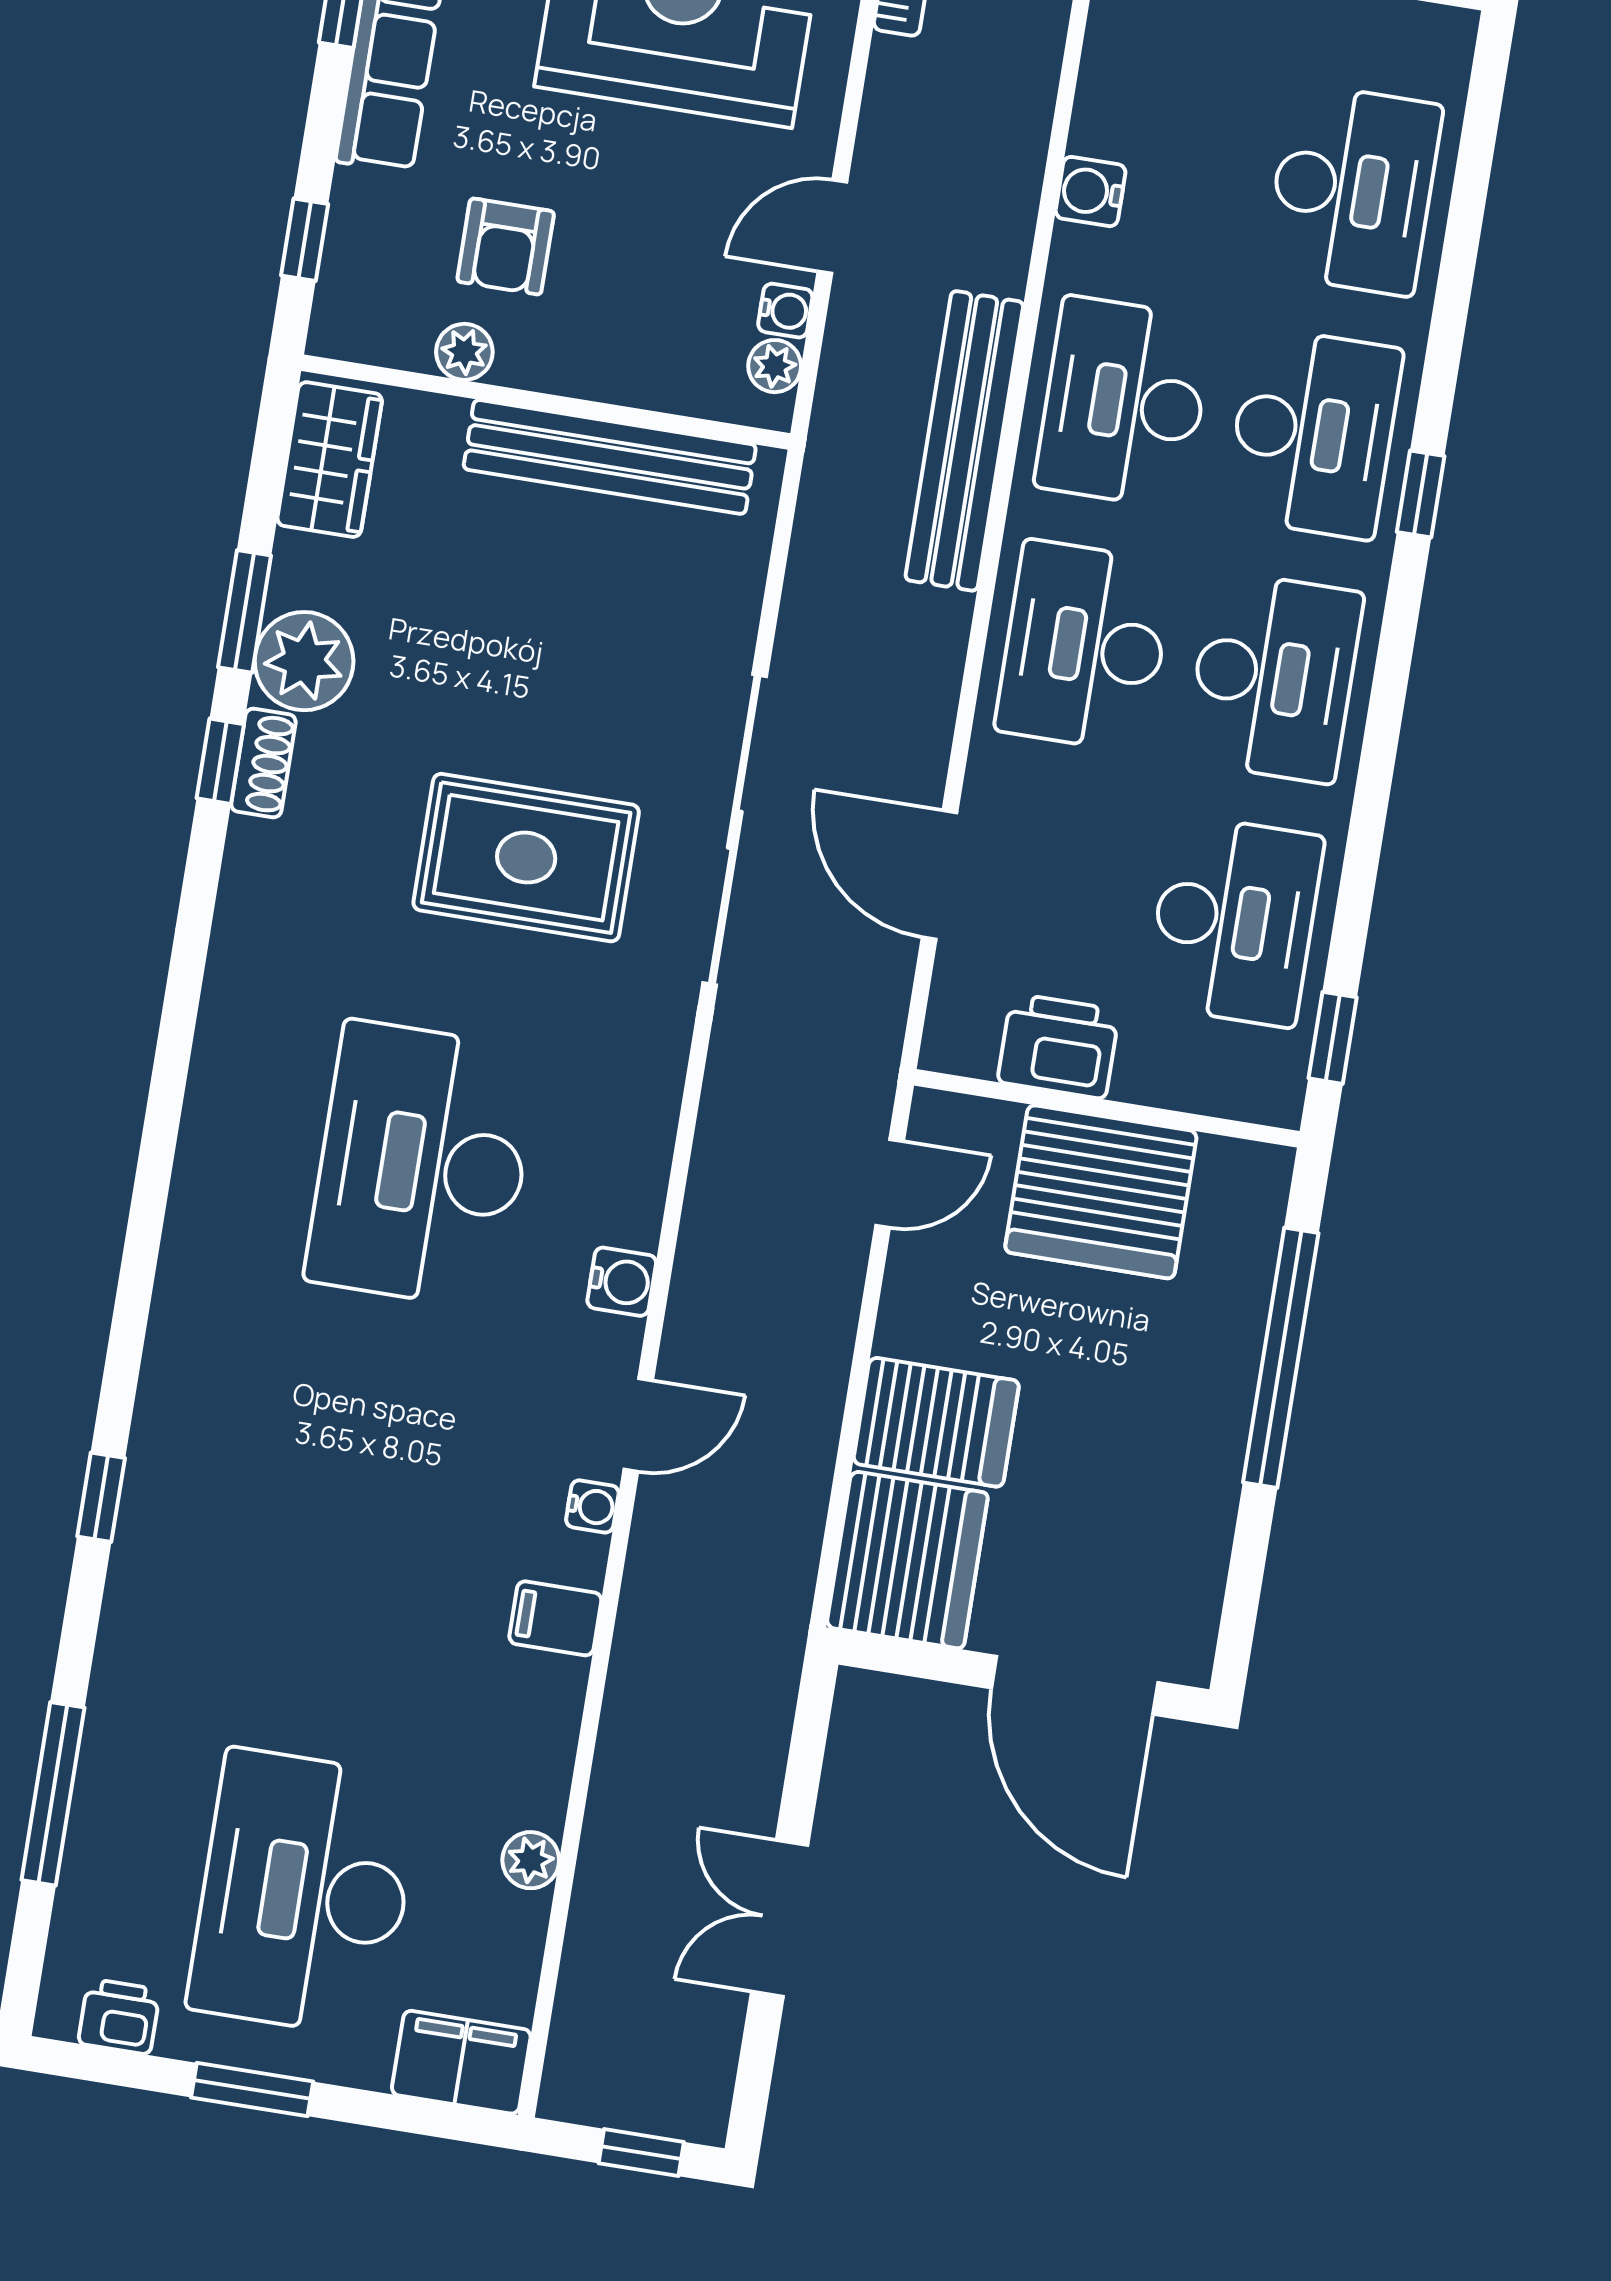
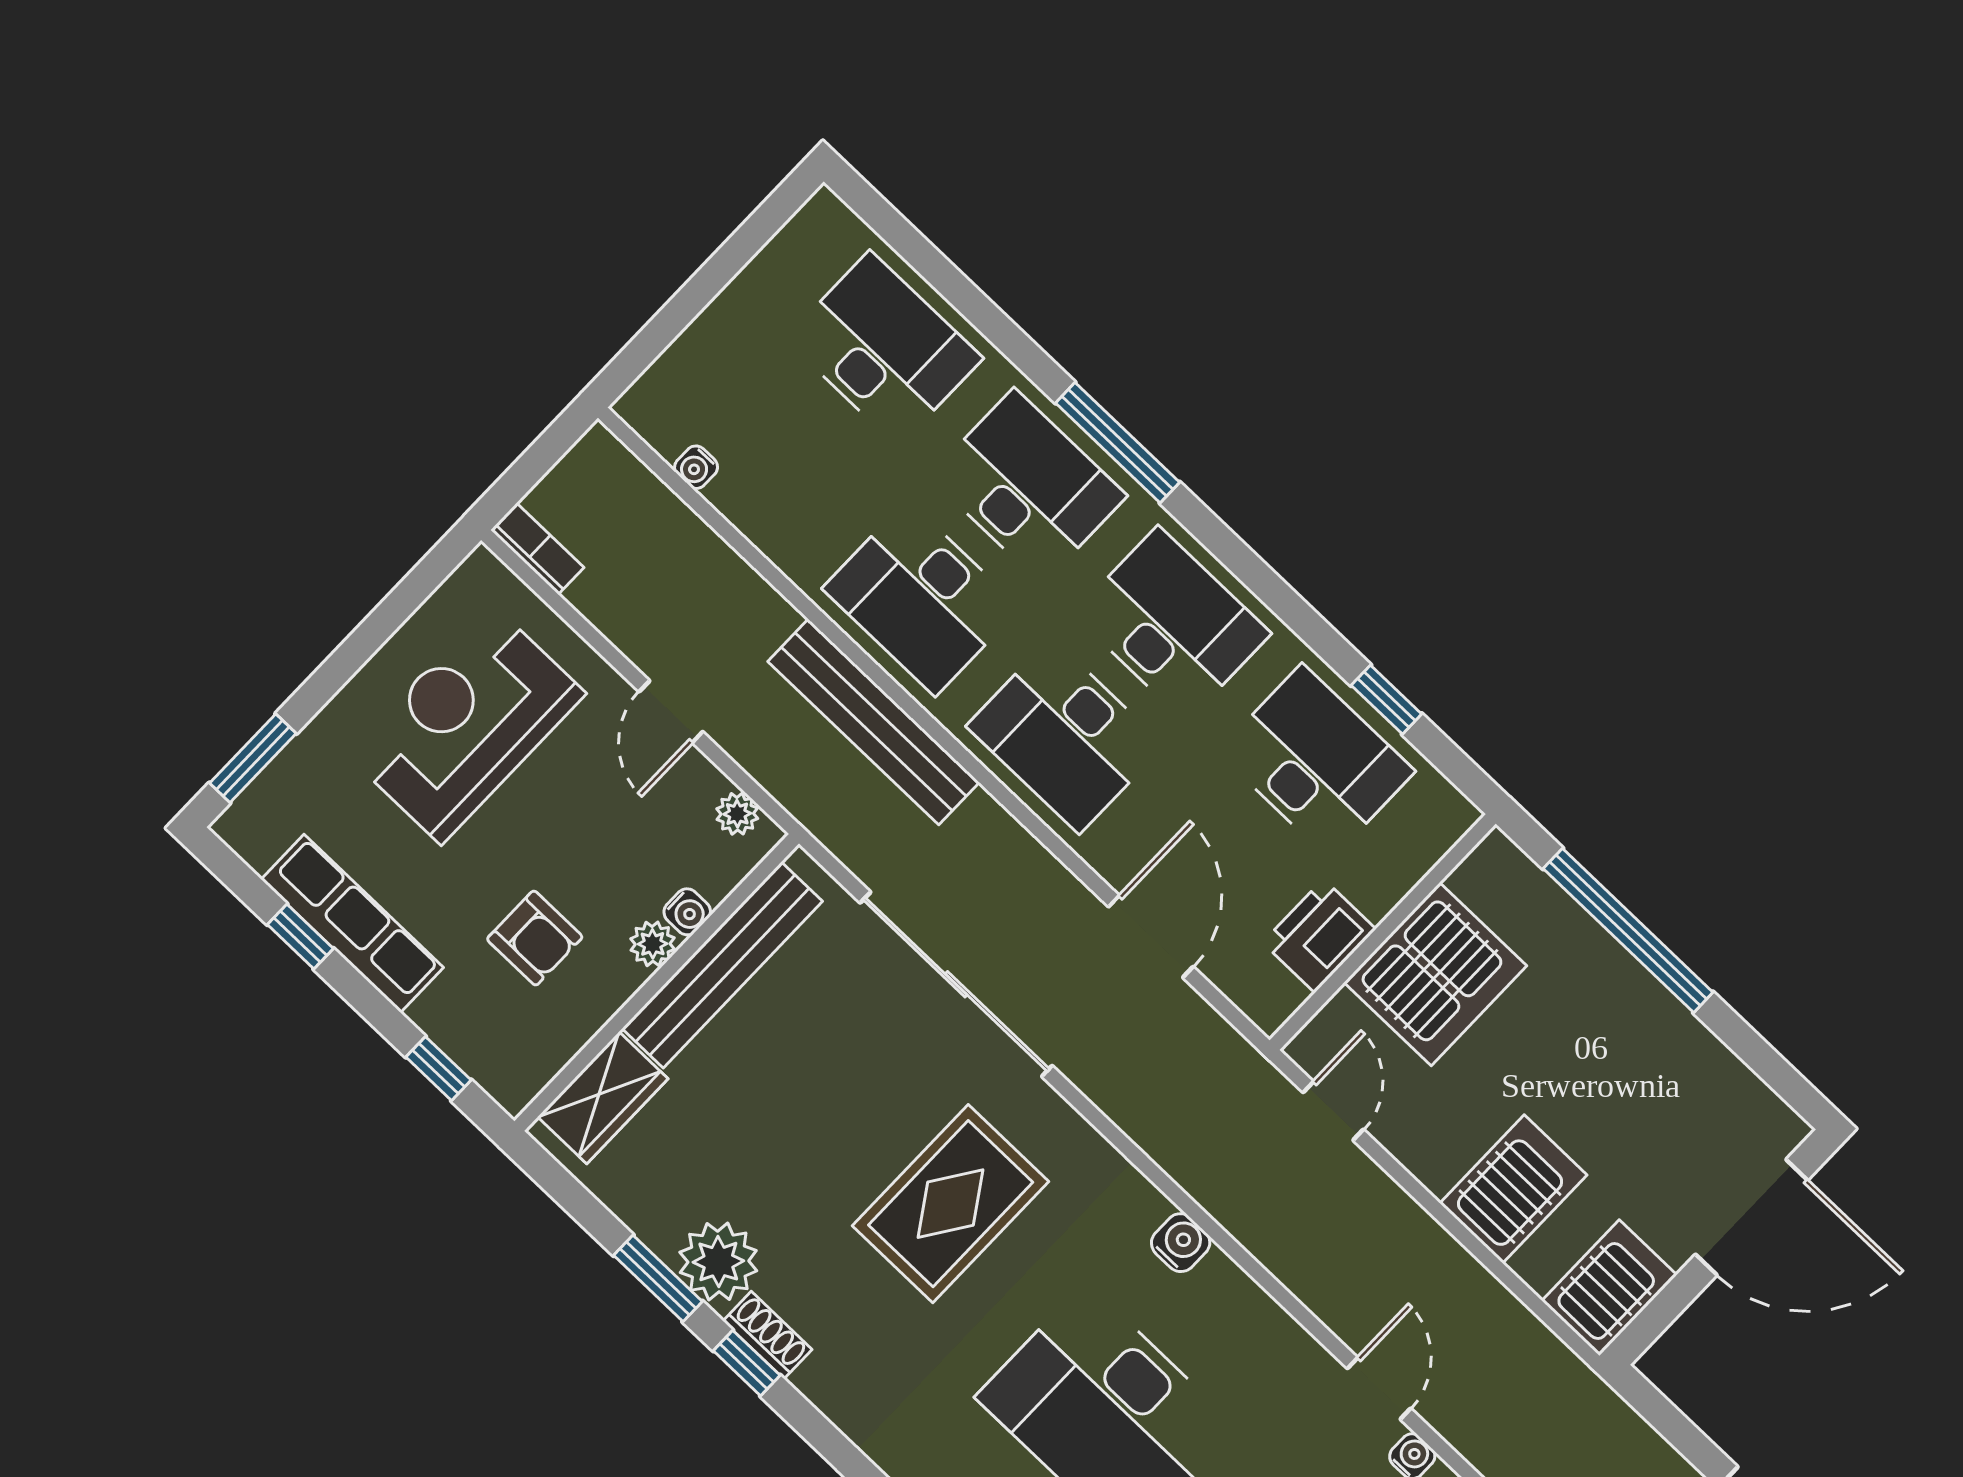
water cooler: (1090, 192) -> (696, 467), moved, width x0.72, depth x0.72
water cooler: (785, 311) -> (687, 912), moved, turned 90
plant: (464, 352) -> (653, 944), moved
wardrobe: (330, 460) -> (603, 1098), moved, turned 90
window: (1421, 494) -> (1118, 443), width x2.17
sliding door: (735, 830) -> (956, 984), moved
door: (940, 875) -> (1151, 937), swing flipped
window: (1333, 1038) -> (1386, 700), moved
water cooler: (622, 1282) -> (1181, 1243), moved
server rack: (907, 1560) -> (1609, 1288), width x0.62

